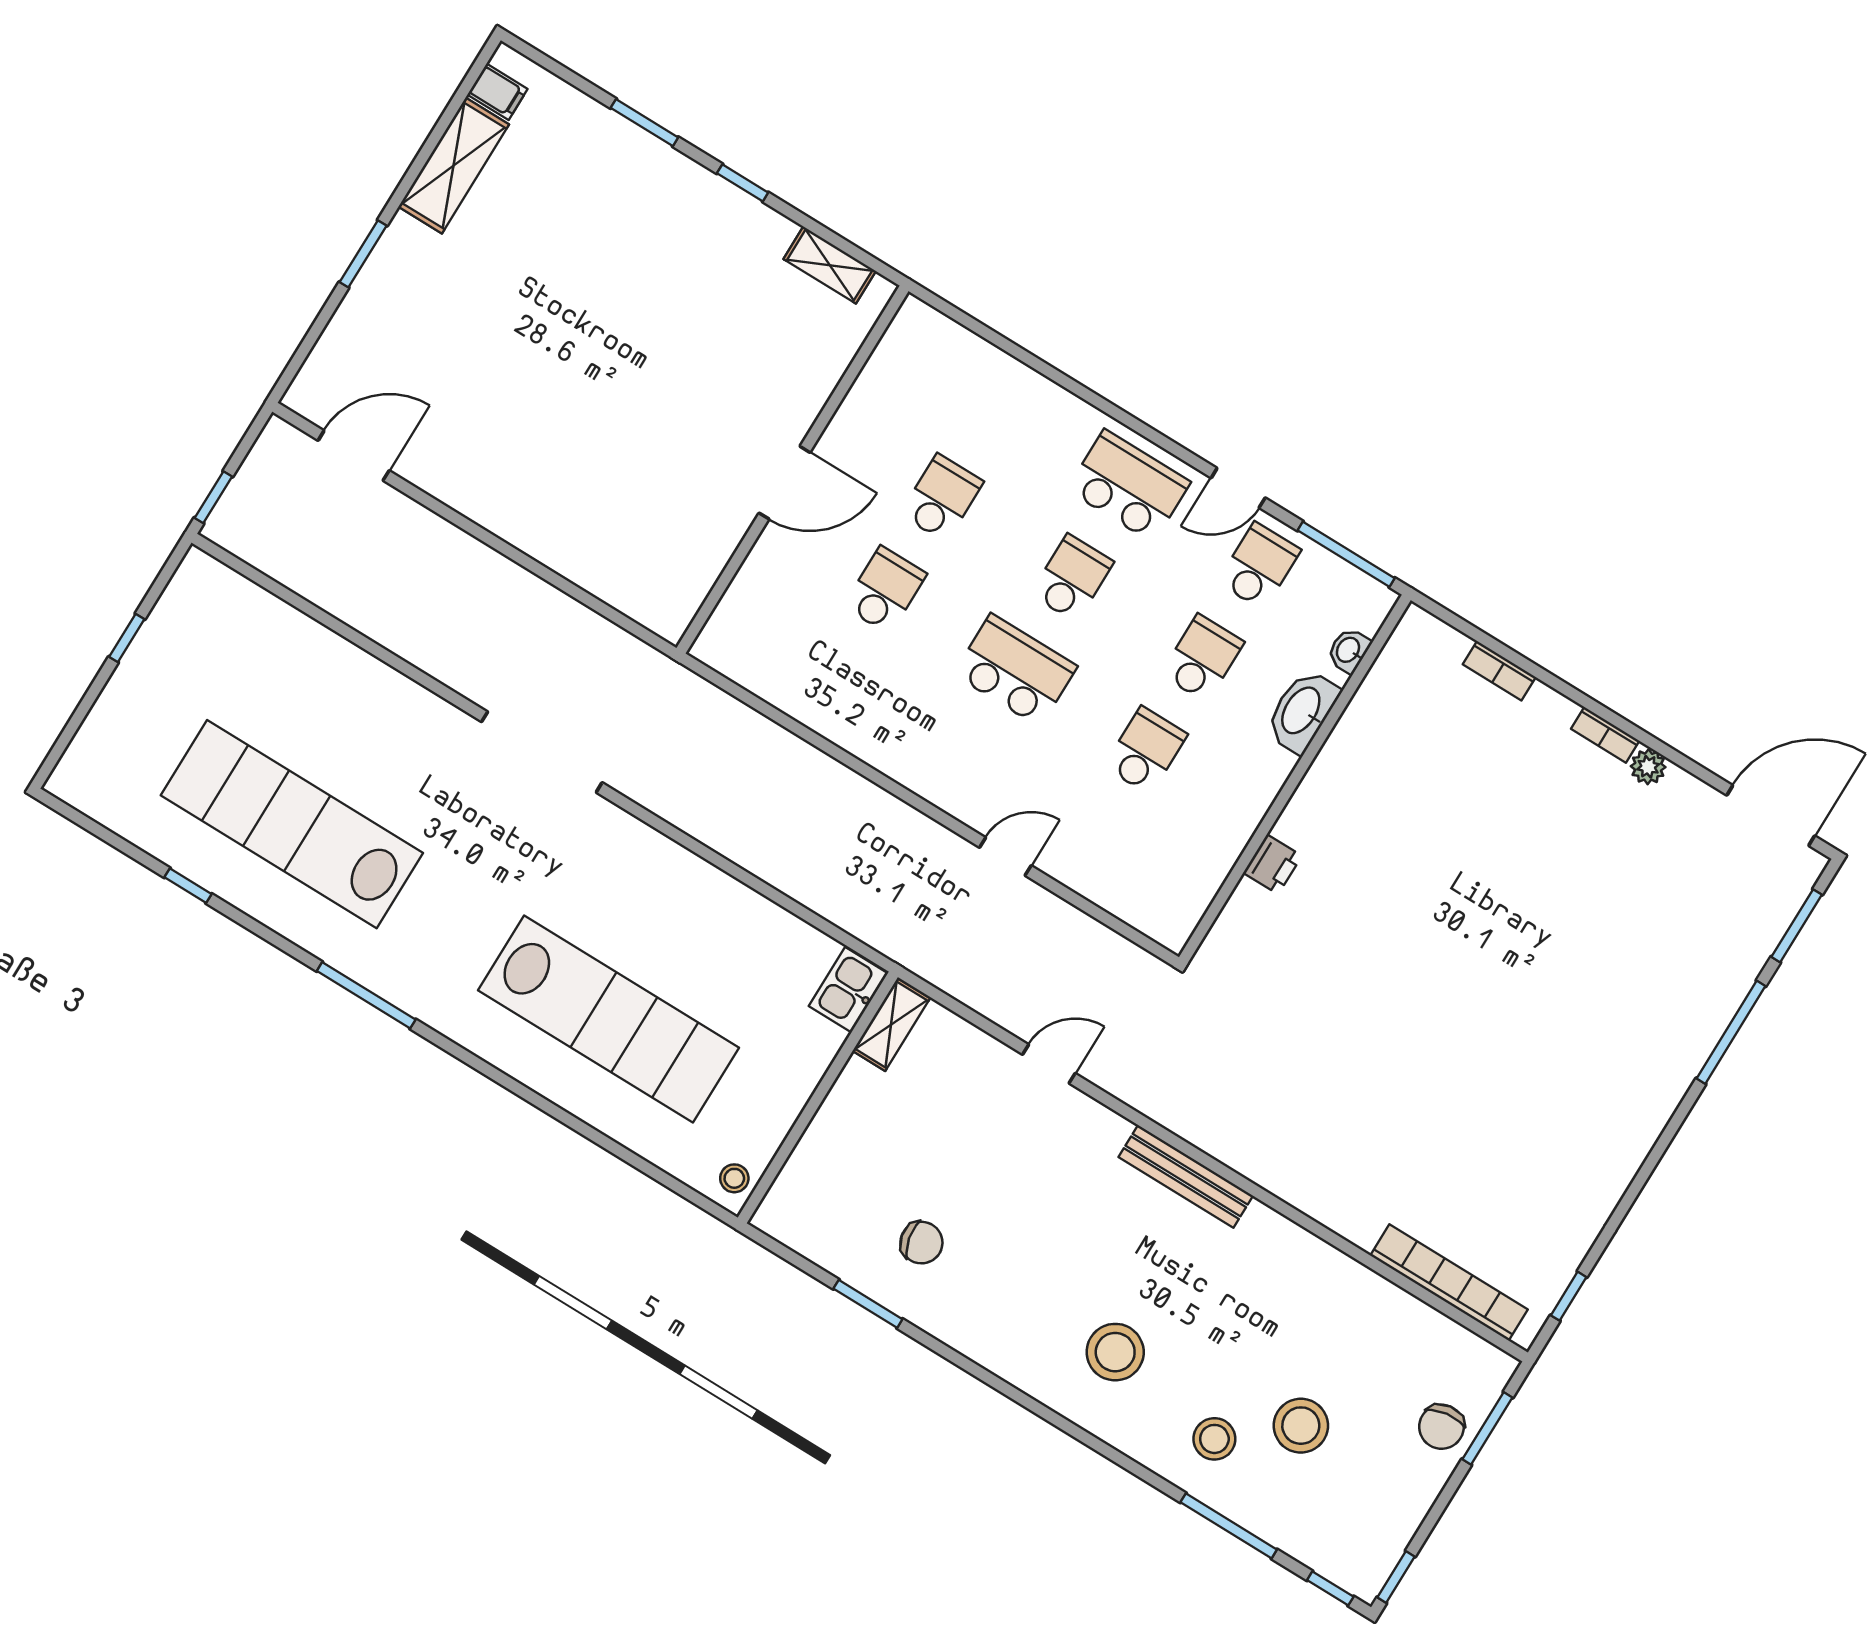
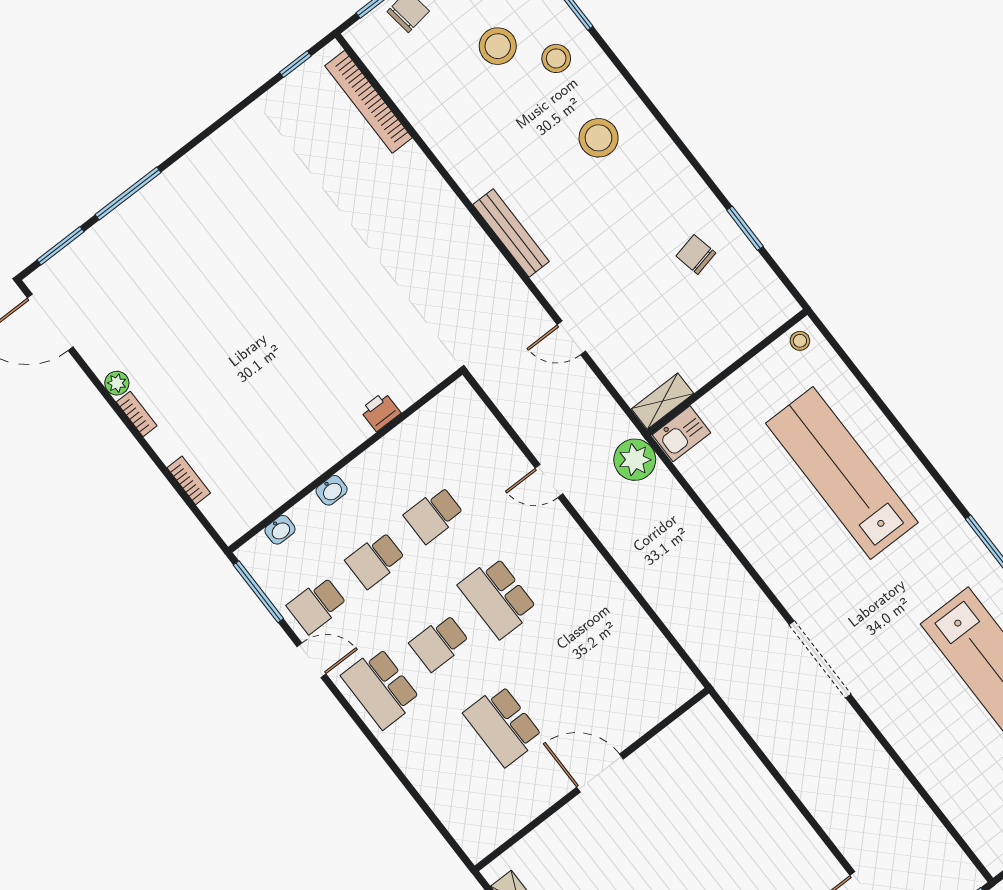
school desk: (942, 498) -> (503, 725), width x1.85
school desk: (885, 590) -> (562, 680), removed
washbasin: (1302, 711) -> (332, 490), width x0.52, depth x0.69
plant: (899, 930) -> (635, 460), added

